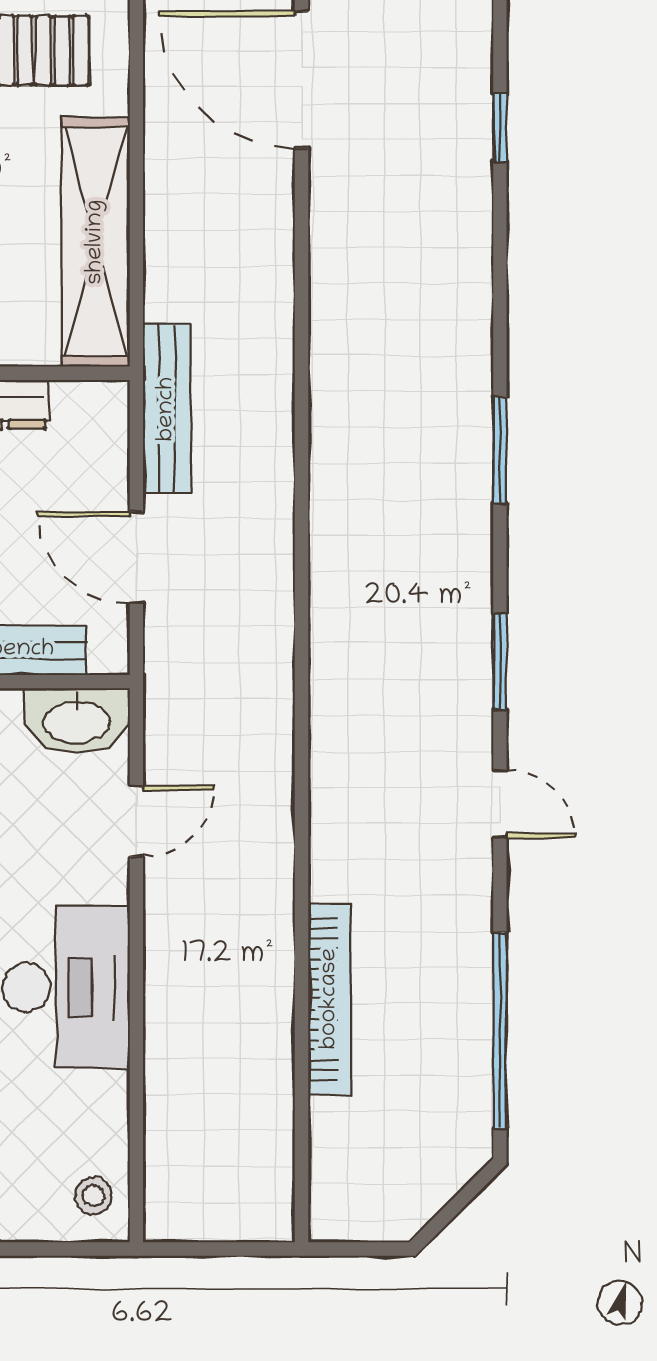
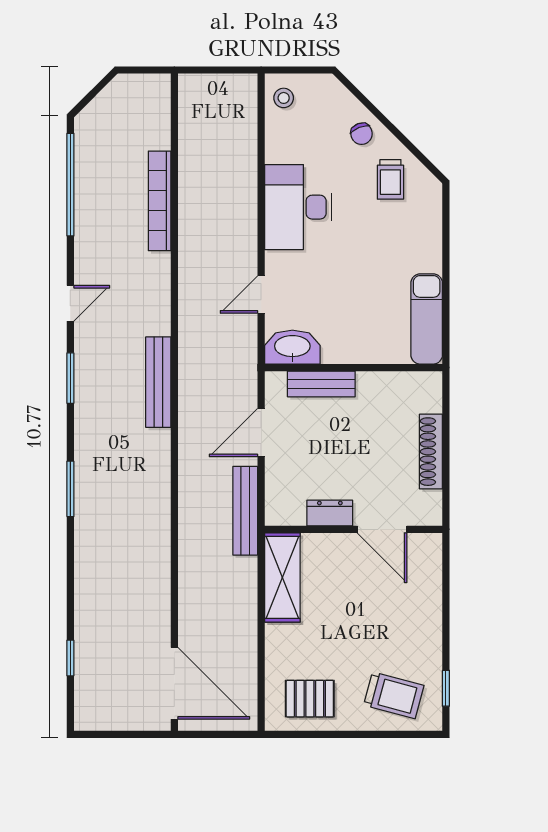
shelving: (96, 242) -> (282, 577), width x0.68
door: (136, 558) -> (261, 433), swing flipped
bench: (332, 654) -> (158, 382), added
door: (500, 804) -> (70, 303), swing flipped

